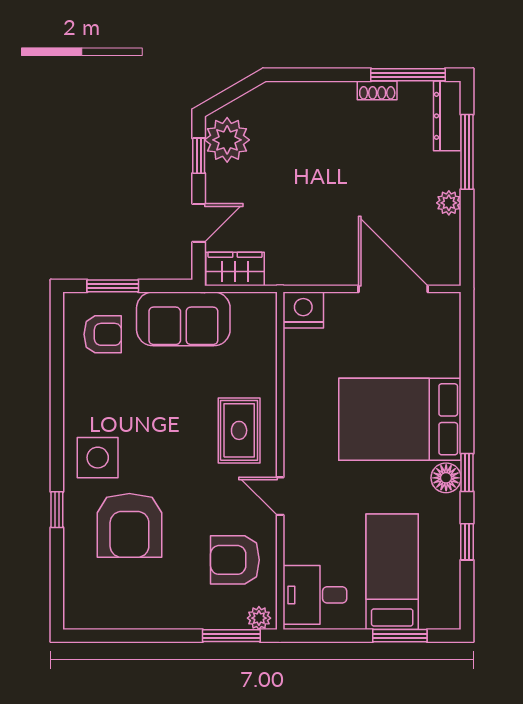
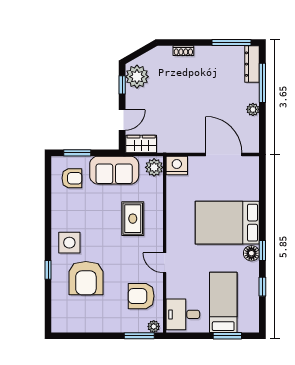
shoe rack: (377, 90) -> (183, 51), moved
plant: (260, 314) -> (154, 167), added
rug: (239, 430) -> (133, 219), moved

